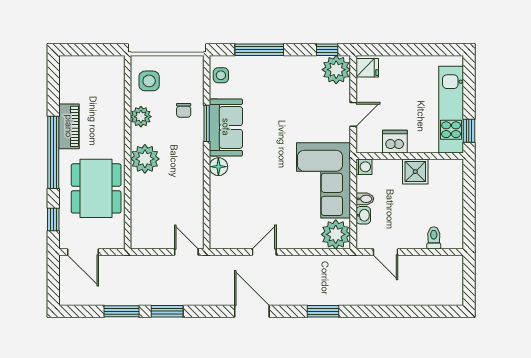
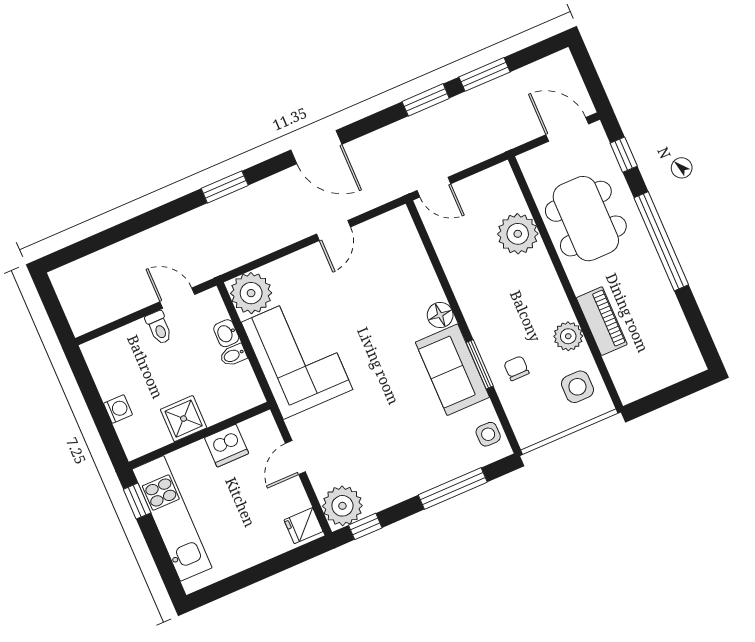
piano: (69, 126) -> (602, 321), moved, turned 180
plant: (145, 159) -> (518, 234), moved
washing machine: (364, 167) -> (118, 409), moved, turned 180
toilet: (434, 238) -> (159, 328), moved

